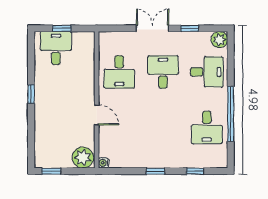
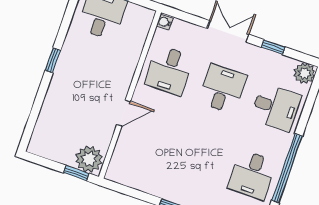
door: (97, 115) -> (124, 113), hinge flipped
water cooler: (104, 163) -> (165, 22), moved
window: (51, 171) -> (76, 173), moved

